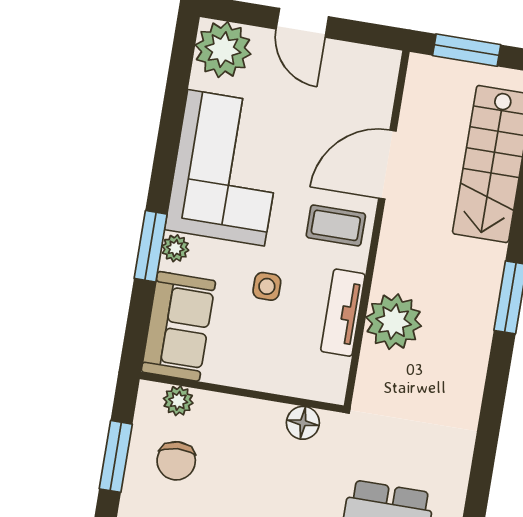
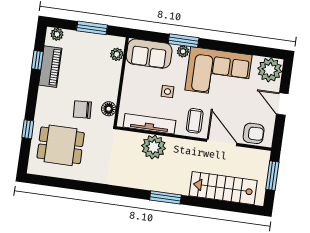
door: (302, 23) -> (282, 104), hinge flipped
armchair: (368, 91) -> (254, 133), added
tv unit: (343, 313) -> (150, 124), width x1.41
chair: (176, 461) -> (82, 110), moved

